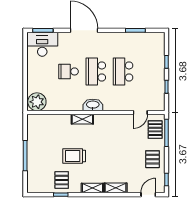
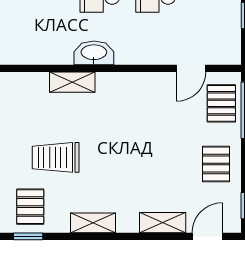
shelving: (116, 188) -> (163, 223), moved

